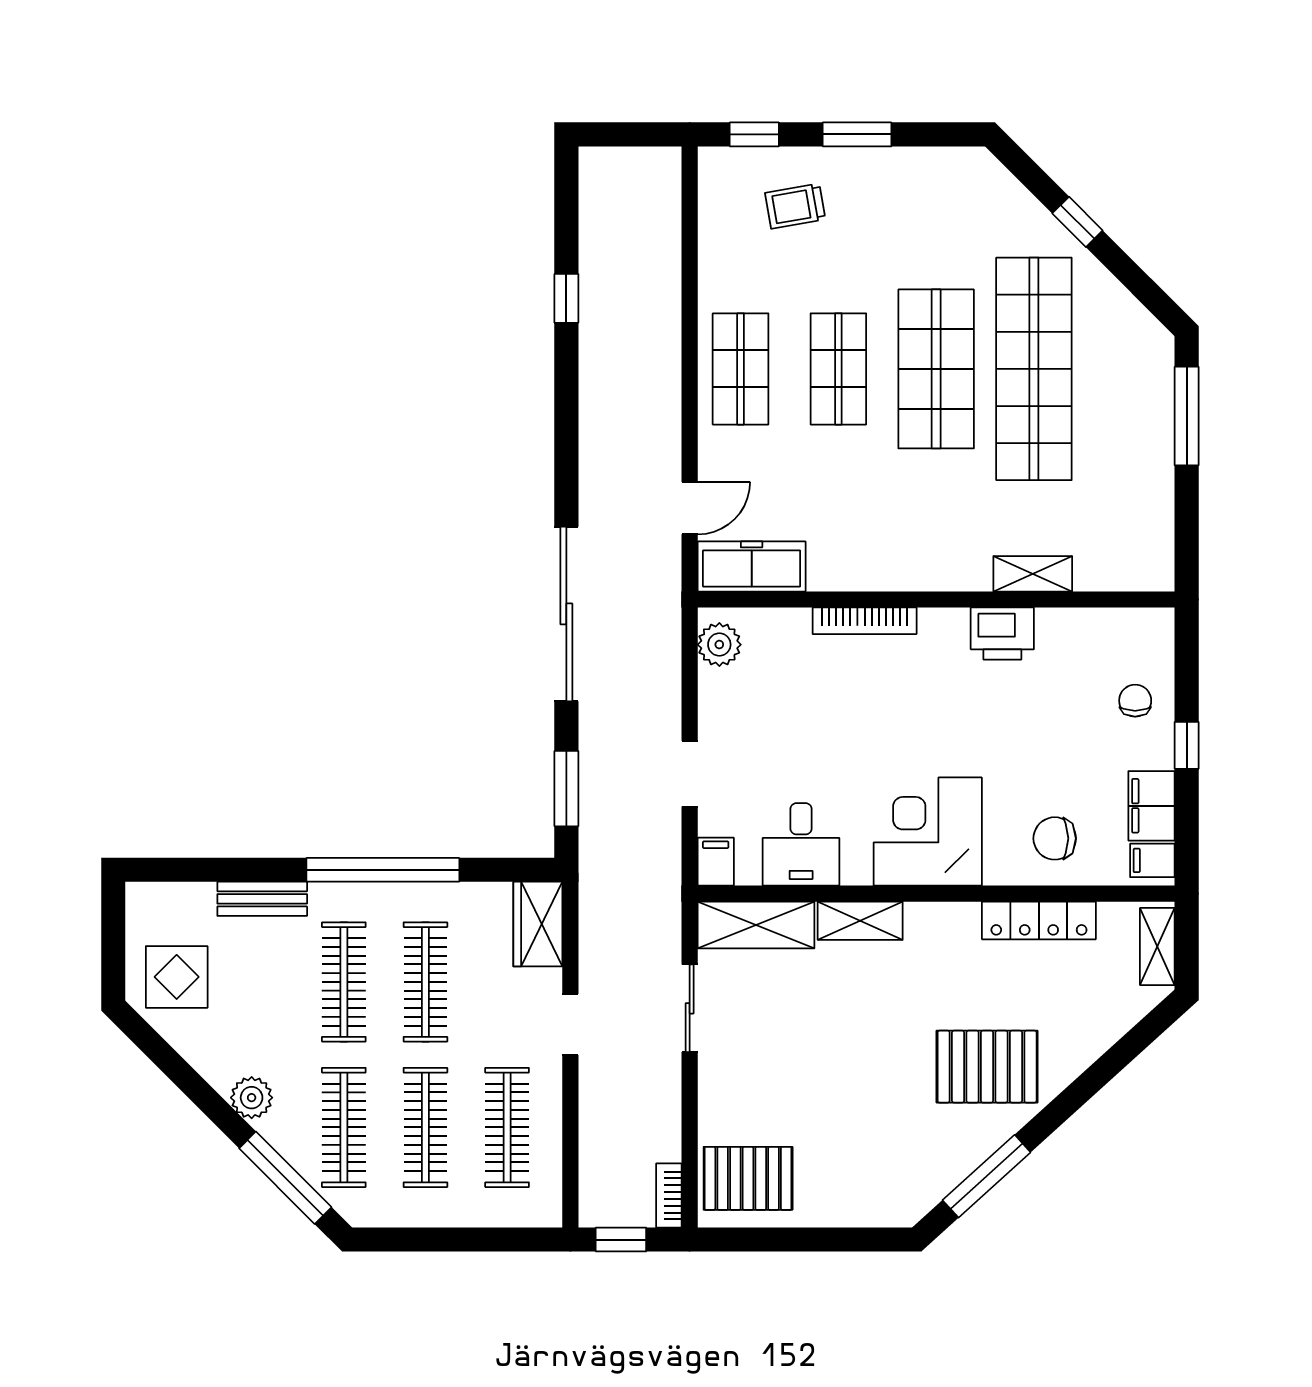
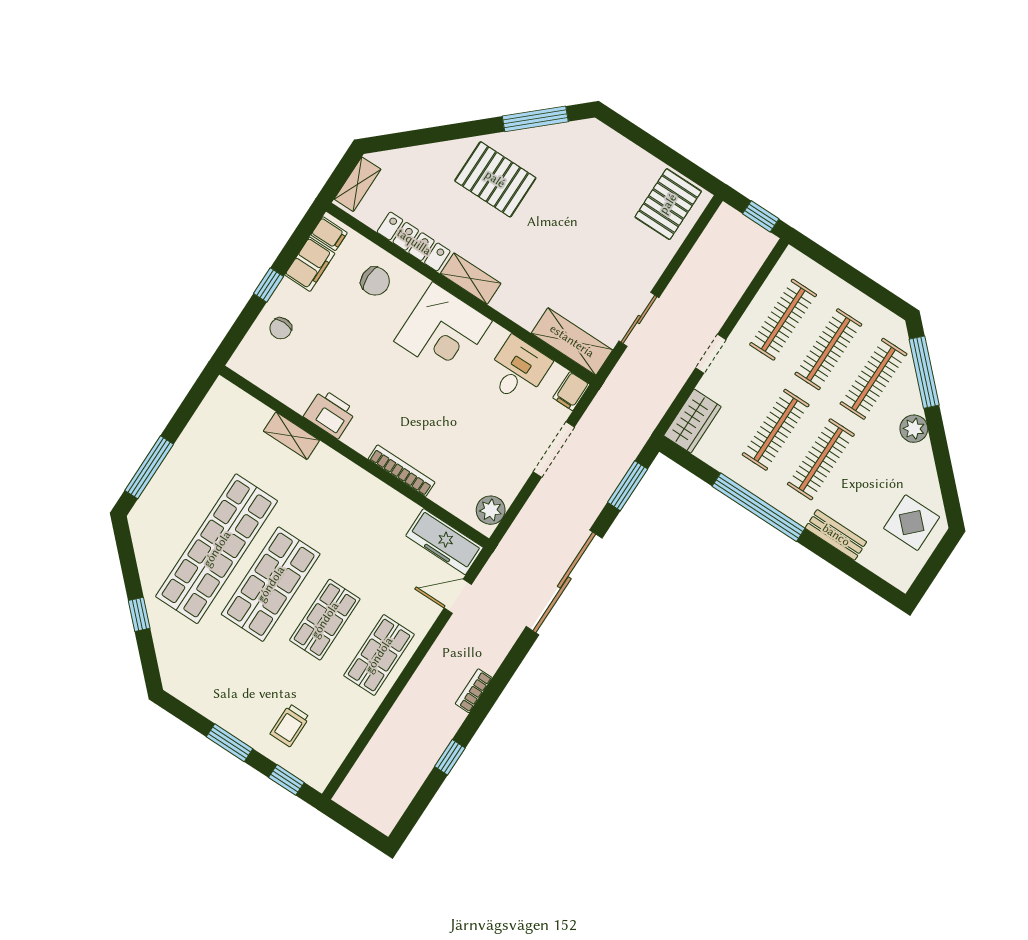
trolley: (795, 206) -> (290, 725), turned 100
doorway: (690, 774) -> (554, 449), width x1.38
shelving: (860, 921) -> (471, 279), moved
pallet: (748, 1178) -> (668, 204), turned 90
bookcase: (669, 1195) -> (474, 691), moved, turned 180

